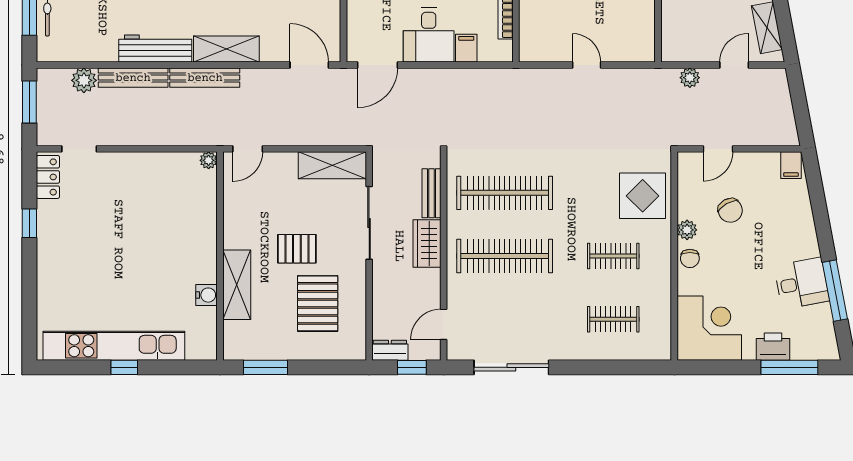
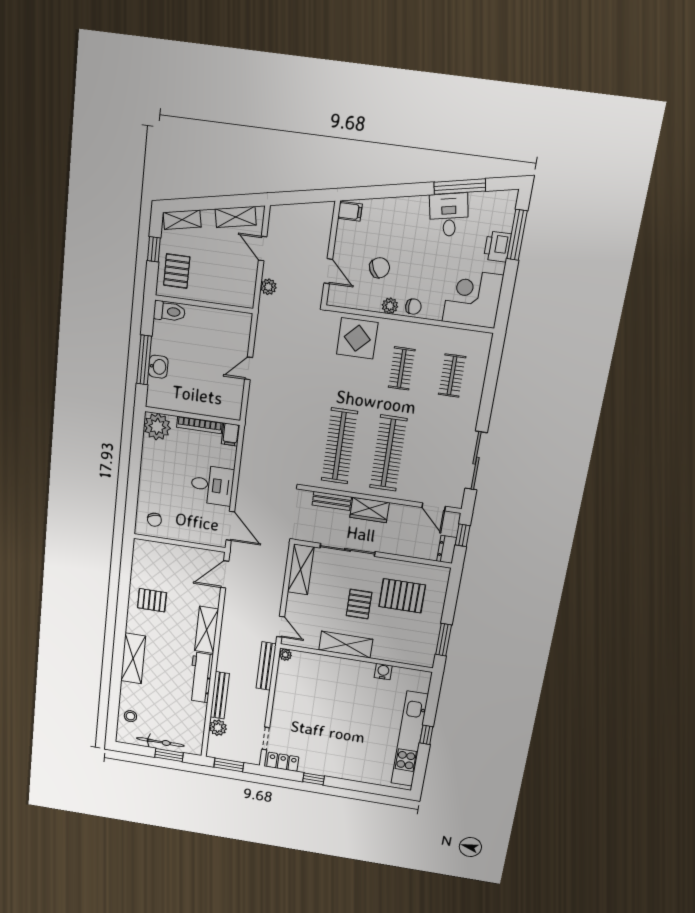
filing cabinet: (466, 48) -> (231, 434), moved, turned -90
bench: (205, 78) -> (266, 666), moved
shelving: (237, 285) -> (346, 645), moved

